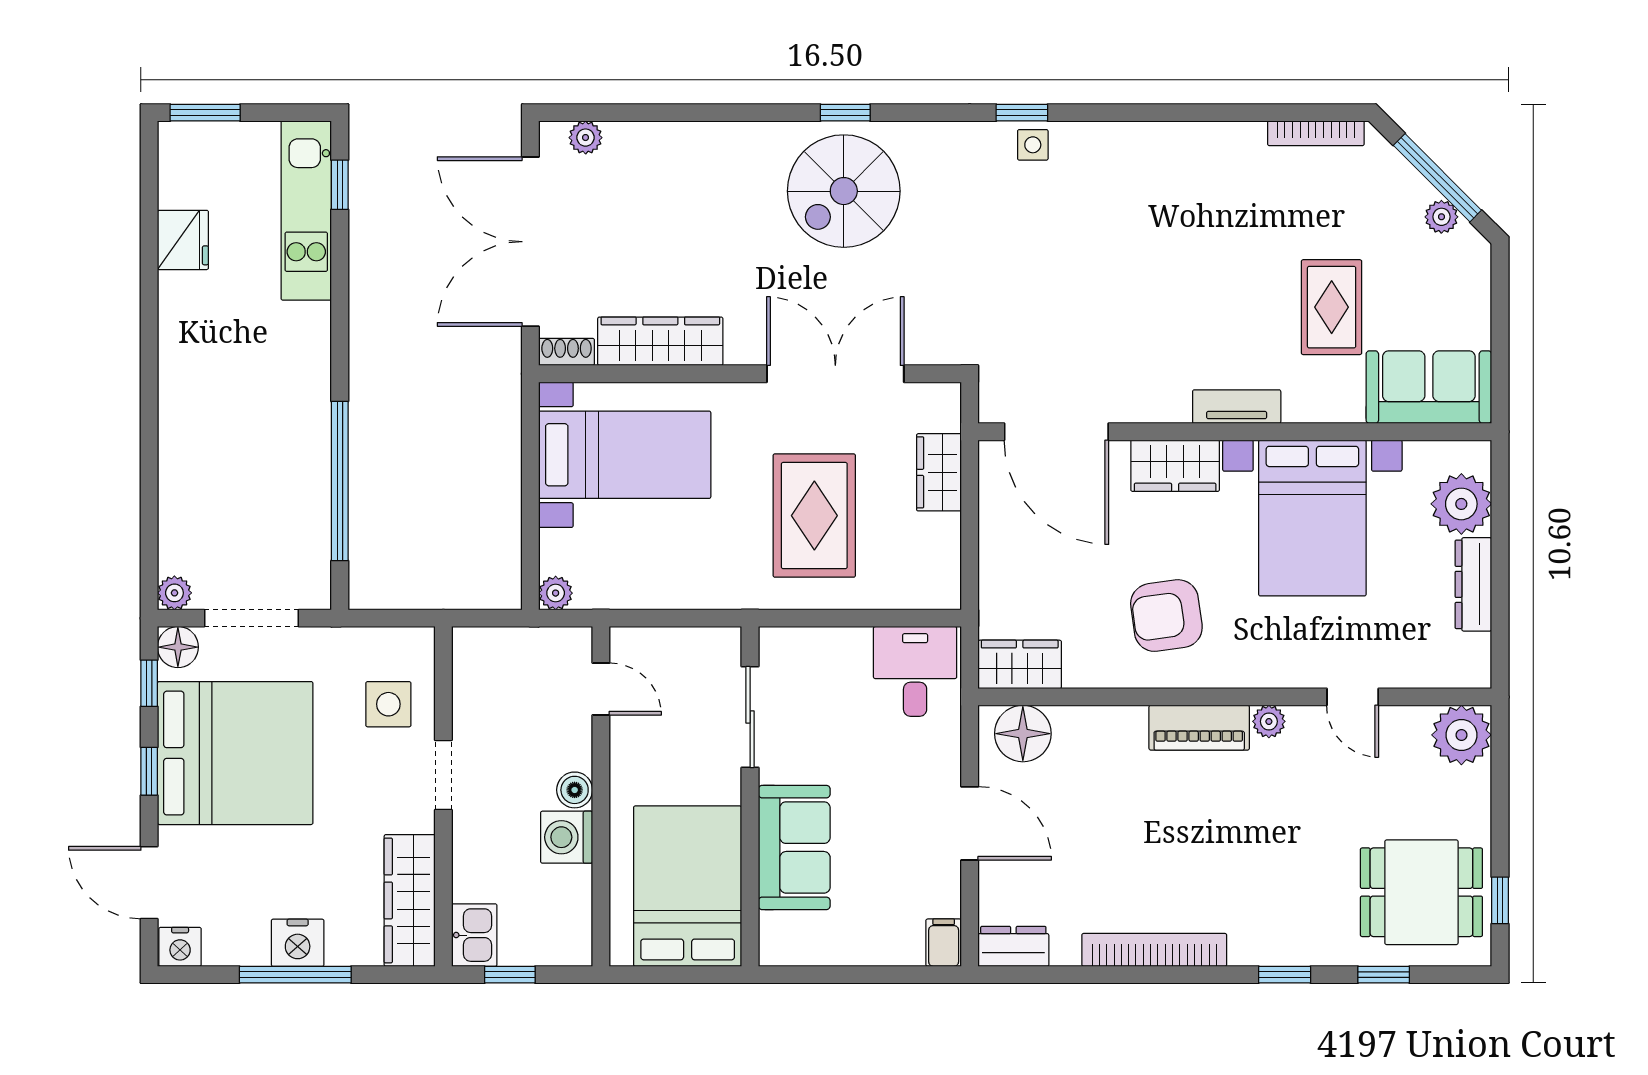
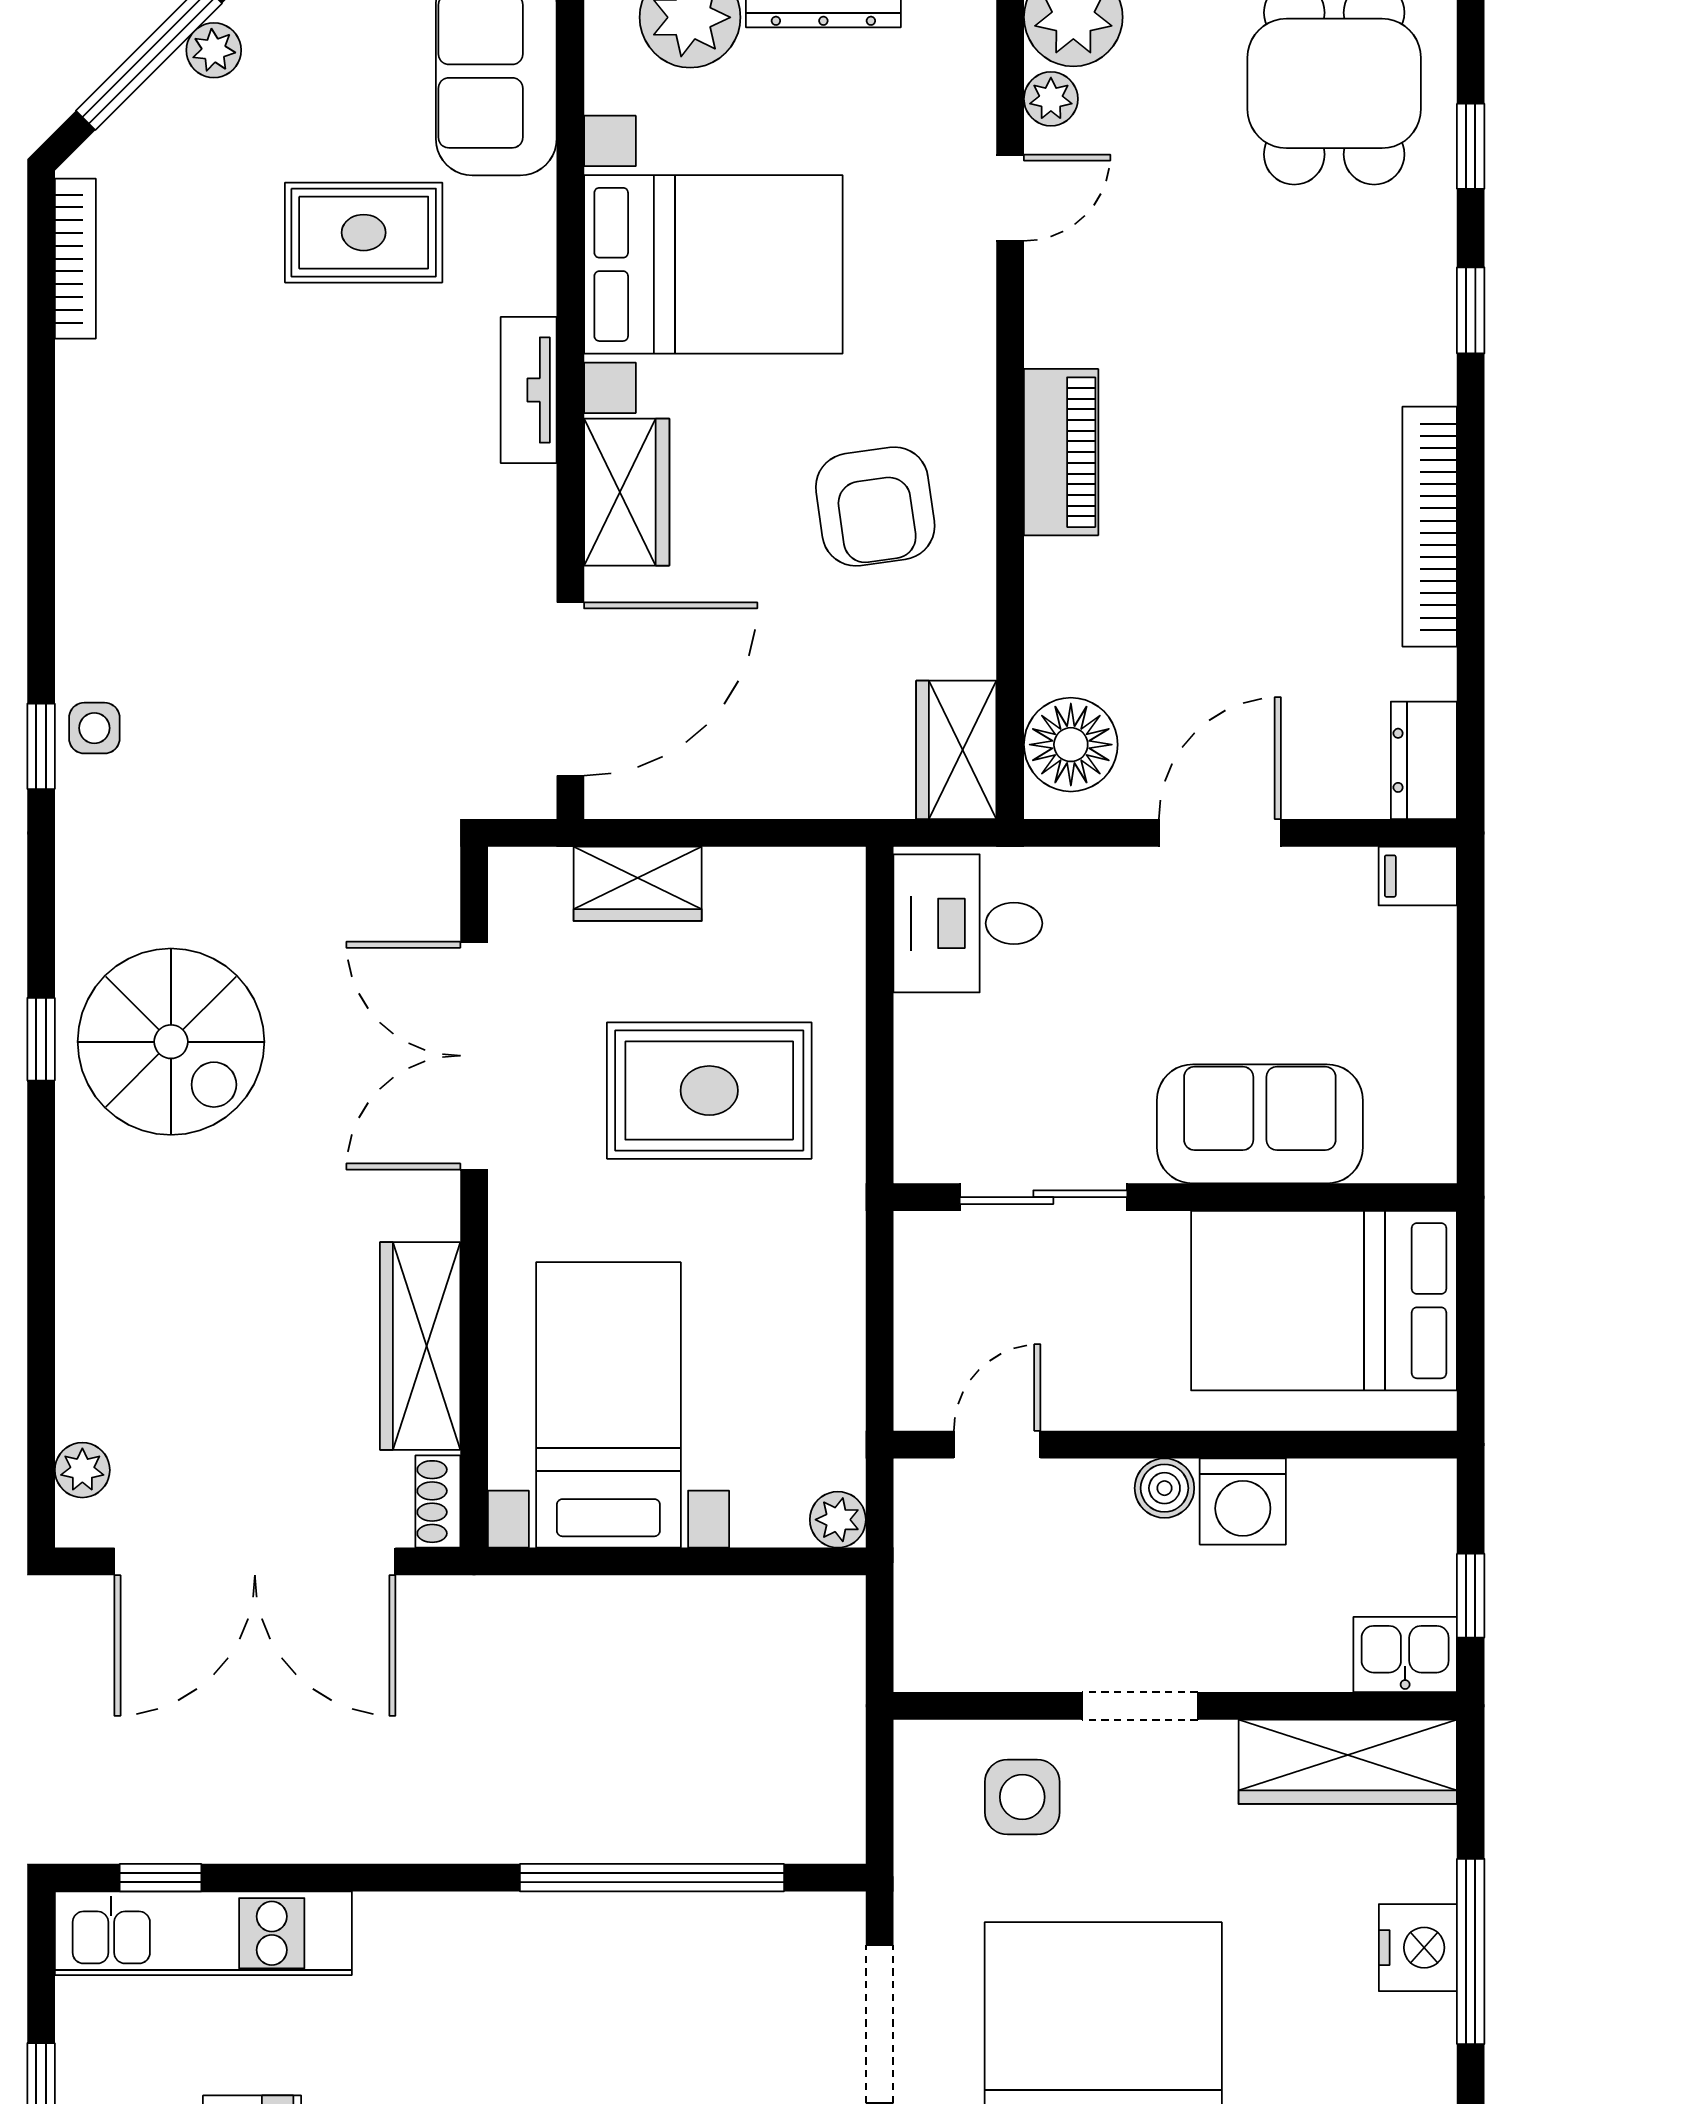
plant: (1269, 721) -> (1051, 99), moved

